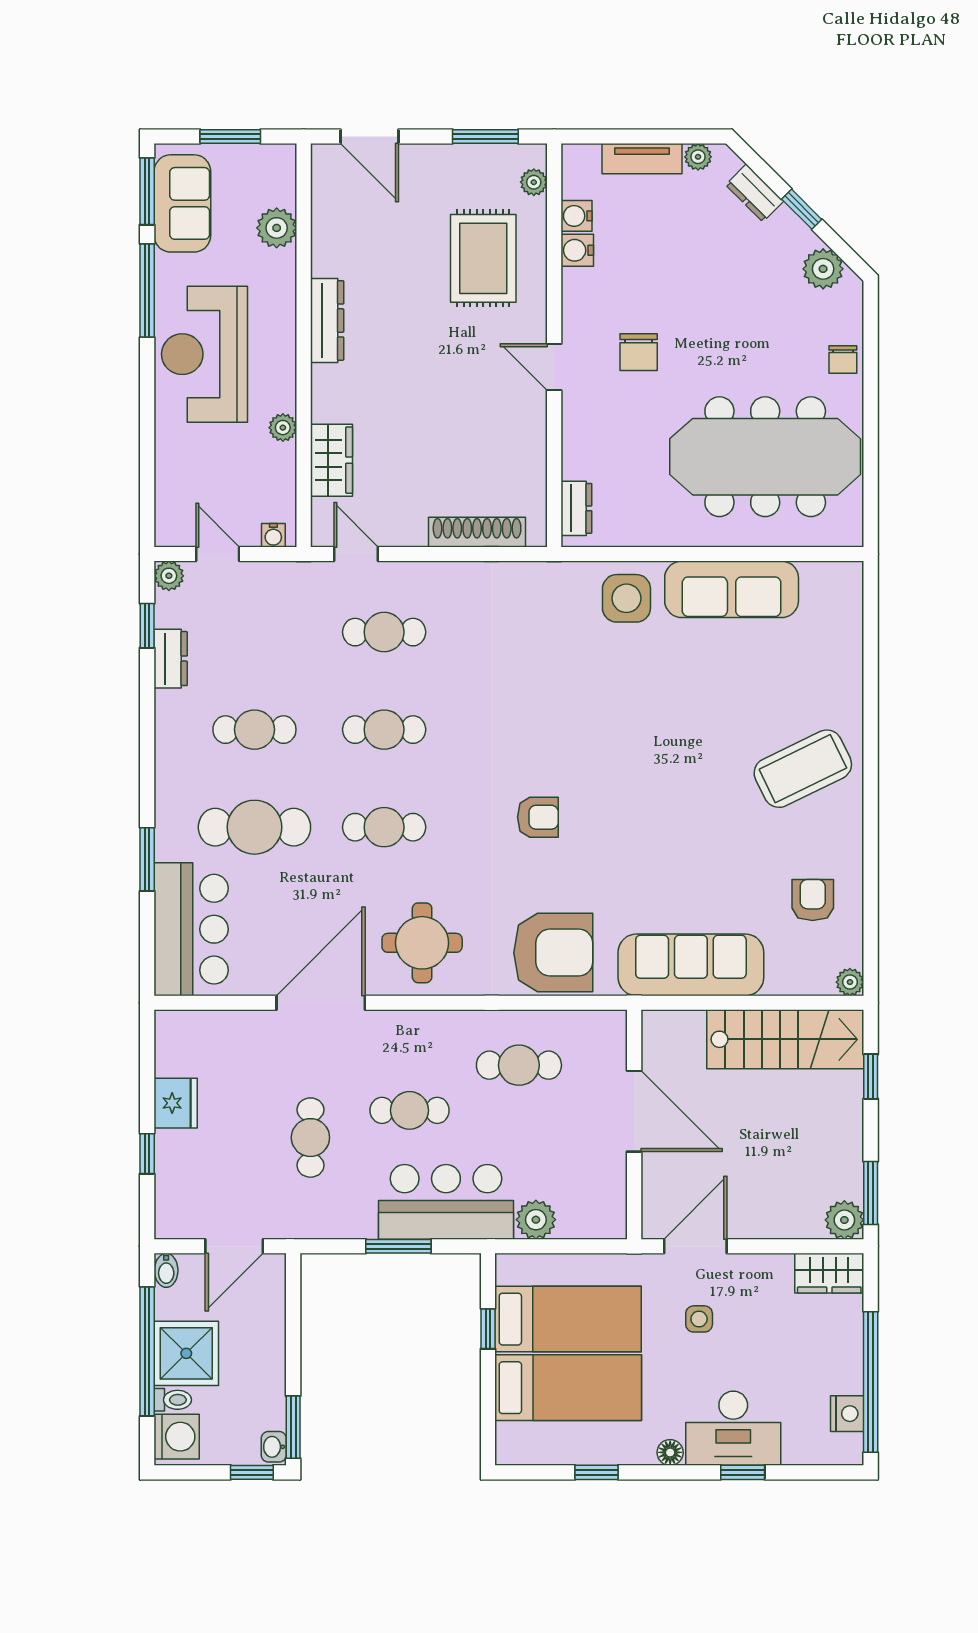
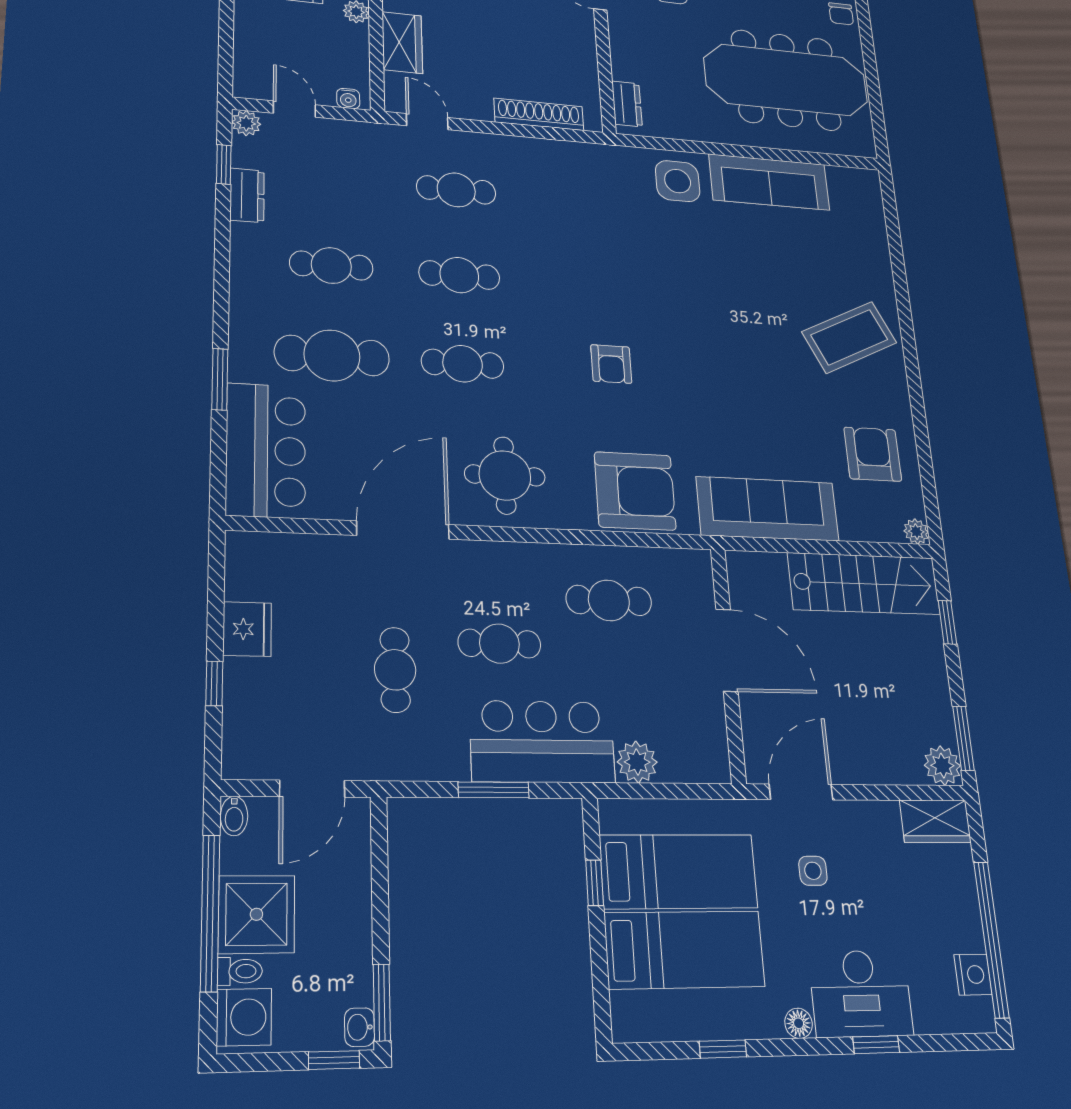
armchair: (538, 817) -> (611, 364), turned 90
armchair: (813, 900) -> (873, 454), width x1.38, depth x1.38

